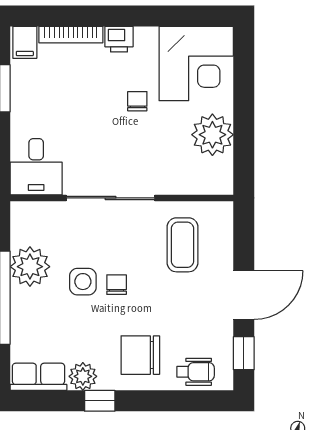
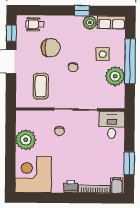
chair: (137, 101) -> (59, 131), moved
side table: (83, 282) -> (103, 54), moved
chair: (140, 355) -> (51, 48), moved

